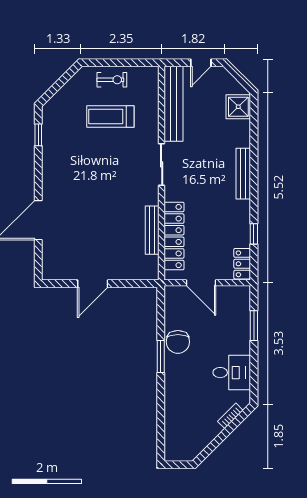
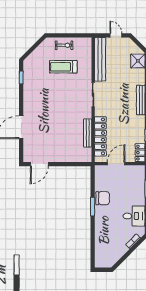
door: (201, 63) -> (116, 35), swing flipped
door: (201, 283) -> (116, 164), swing flipped
door: (93, 284) -> (39, 164), moved
chair: (178, 342) -> (103, 198), turned -90

